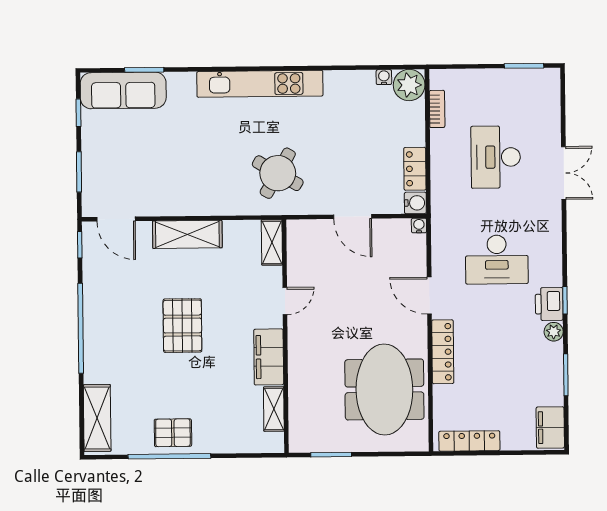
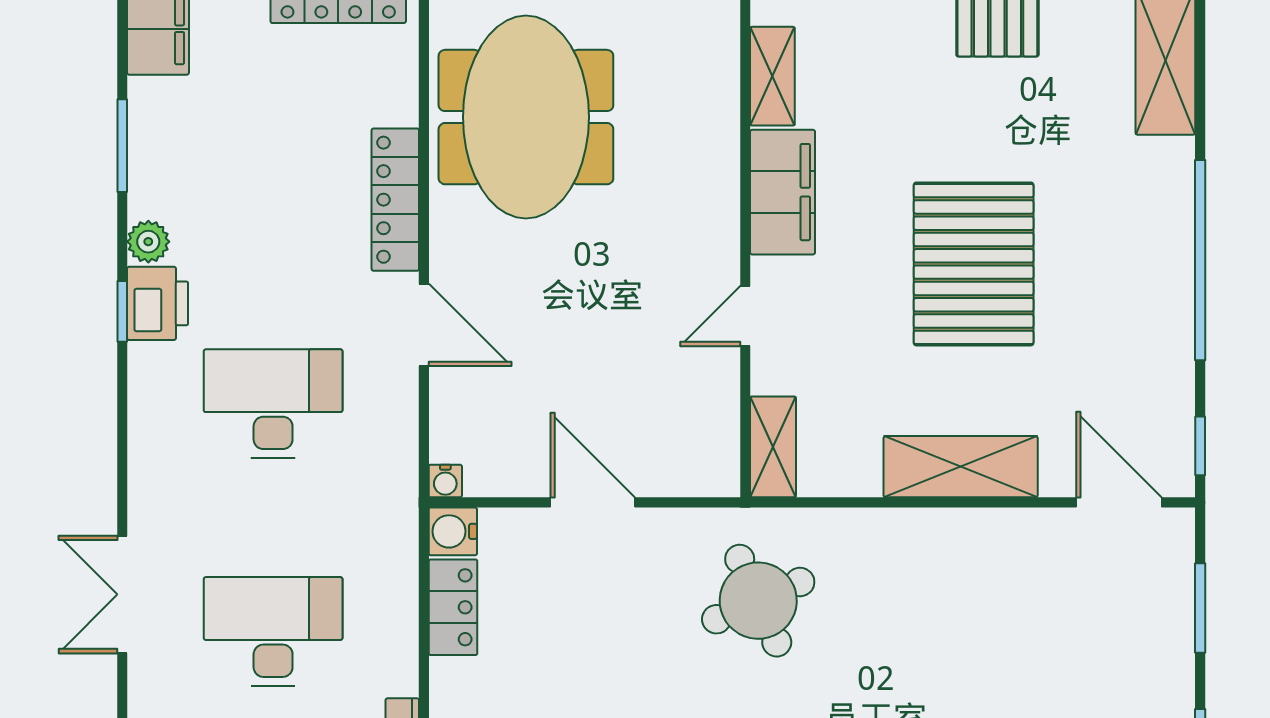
desk: (496, 157) -> (273, 631), turned -90
round table: (278, 173) -> (758, 601), turned 36
pallet: (182, 326) -> (974, 264), width x1.37, depth x1.41

